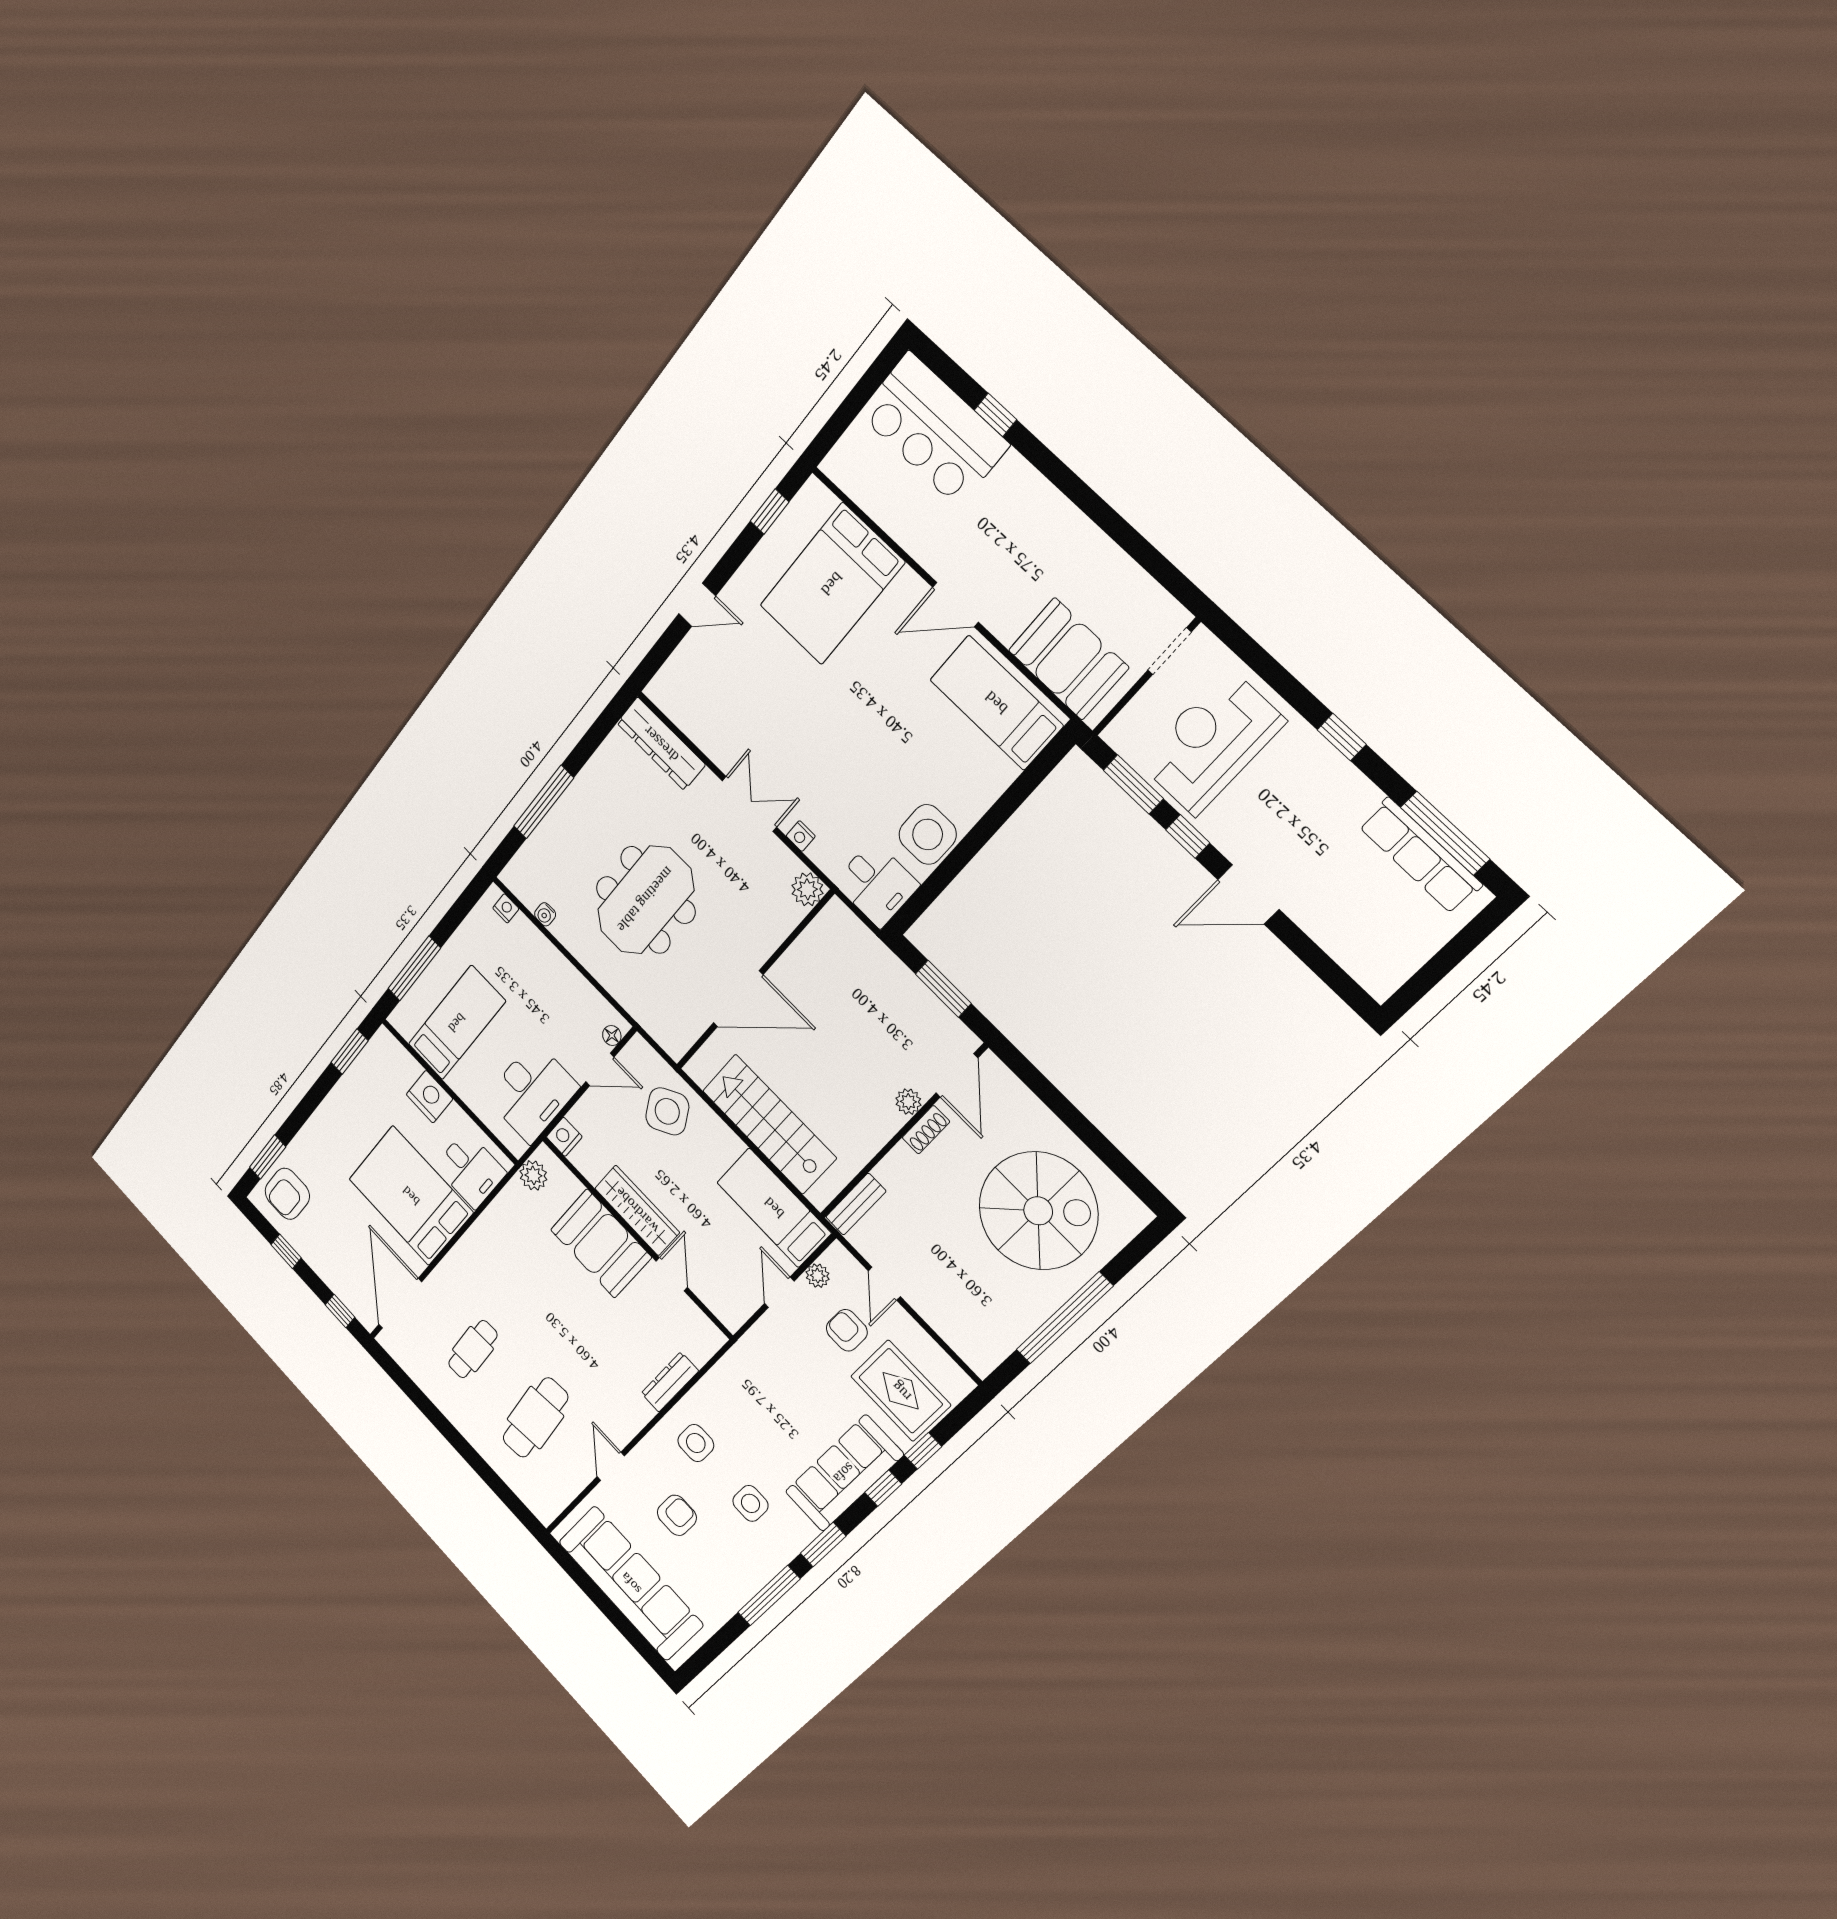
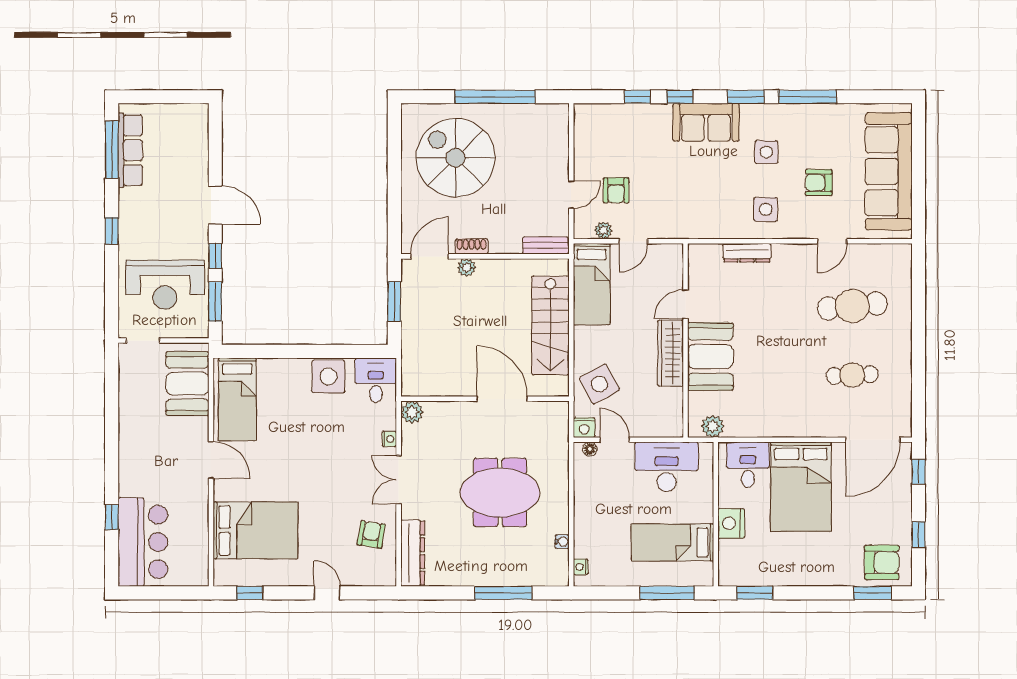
armchair: (717, 716) -> (371, 534), added
nightstand: (564, 1137) -> (584, 428), moved
rug: (901, 1391) -> (618, 136), removed
sofa: (844, 1473) -> (706, 122), width x0.73

